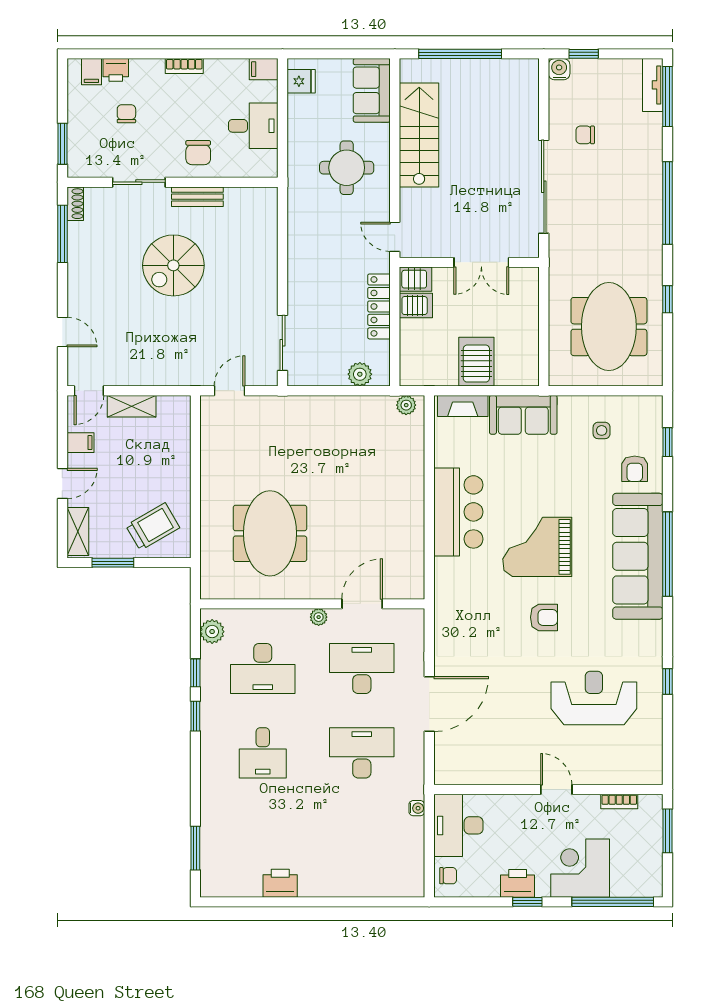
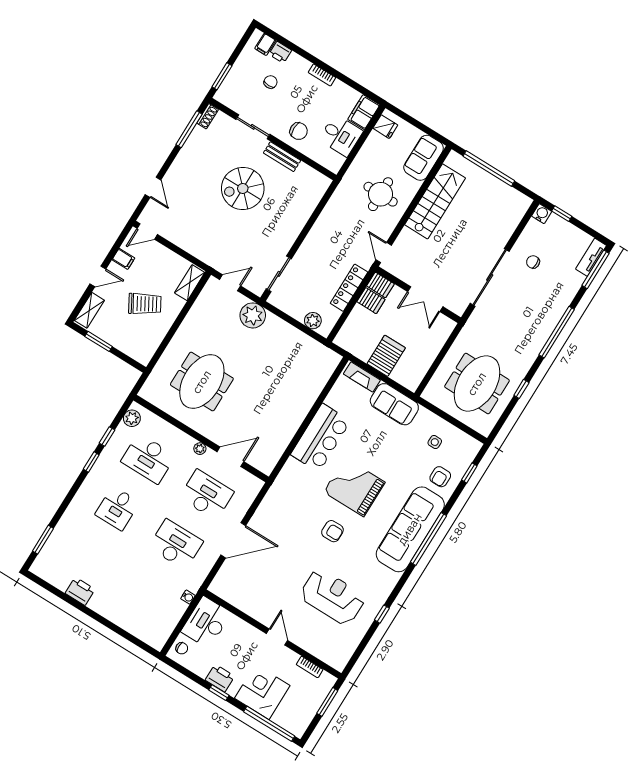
filing cabinet: (264, 69) -> (364, 112), width x2.00
chair: (198, 153) -> (299, 131), turned -90
plant: (406, 405) -> (253, 315), moved, width x1.88, depth x1.88
shelving: (132, 406) -> (190, 283), moved, turned 90
trolley: (153, 527) -> (145, 304), moved

